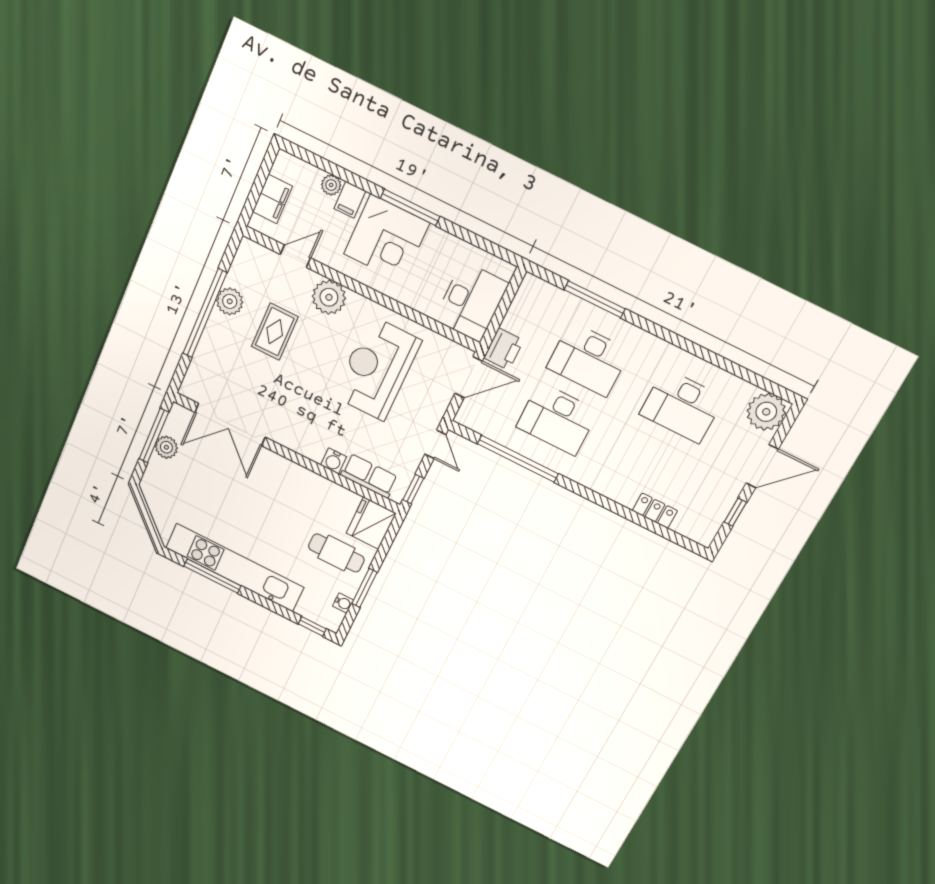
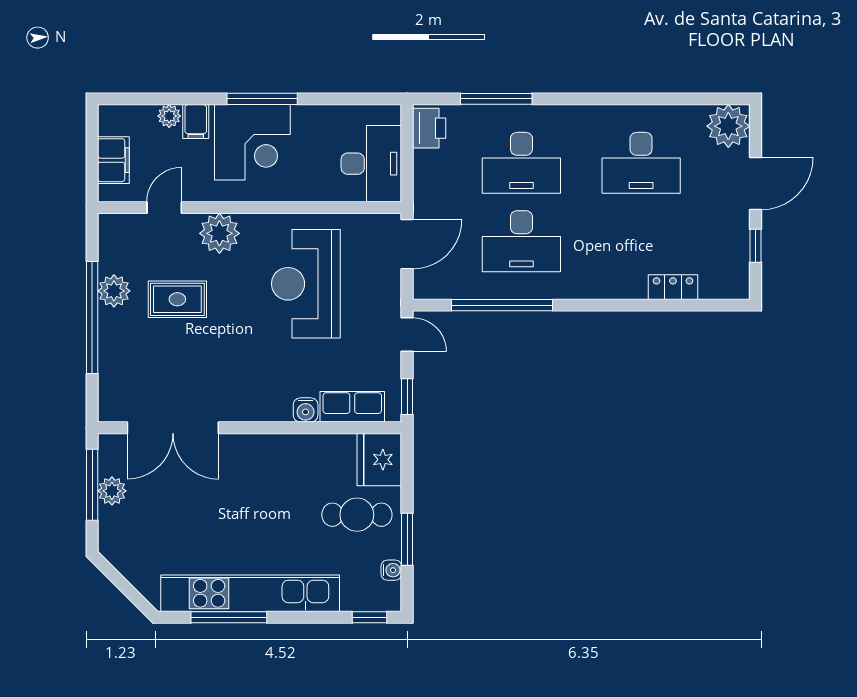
rug: (275, 332) -> (177, 299), turned 90
printer: (504, 349) -> (429, 128), moved

